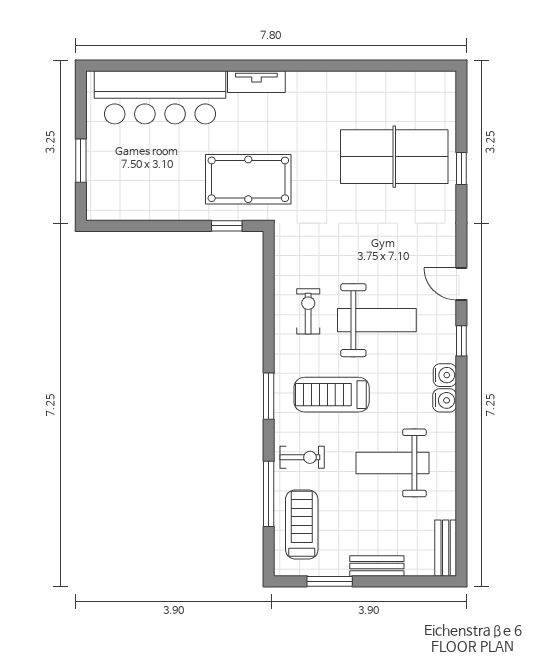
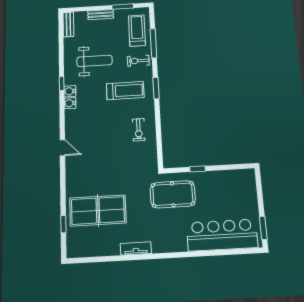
tv unit: (256, 82) -> (136, 248), moved
window: (81, 161) -> (263, 228), moved
window: (461, 168) -> (63, 224), moved
window: (227, 226) -> (198, 169), moved
weight bench: (377, 320) -> (104, 127), removed
window: (461, 341) -> (62, 83), moved
treadmill: (302, 525) -> (137, 31), turned 180

